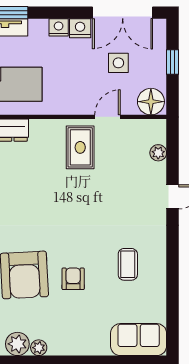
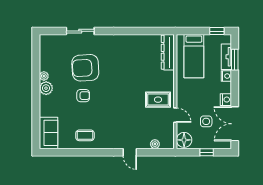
nightstand: (59, 27) -> (226, 76), moved
coffee table: (128, 264) -> (85, 135), moved
plant: (17, 344) -> (46, 88), moved

